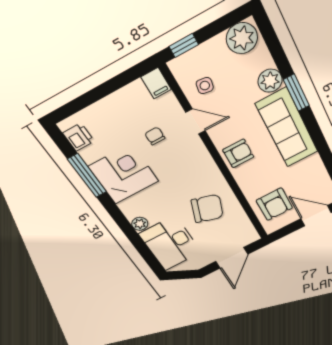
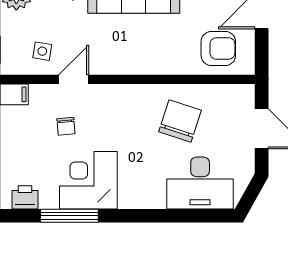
chair: (155, 136) -> (66, 126), turned -95
armchair: (238, 153) -> (133, 56), removed
plant: (140, 224) -> (156, 200), removed

